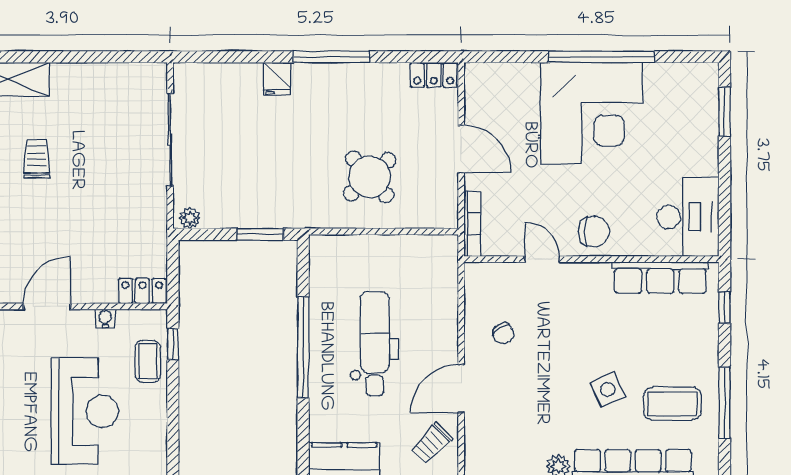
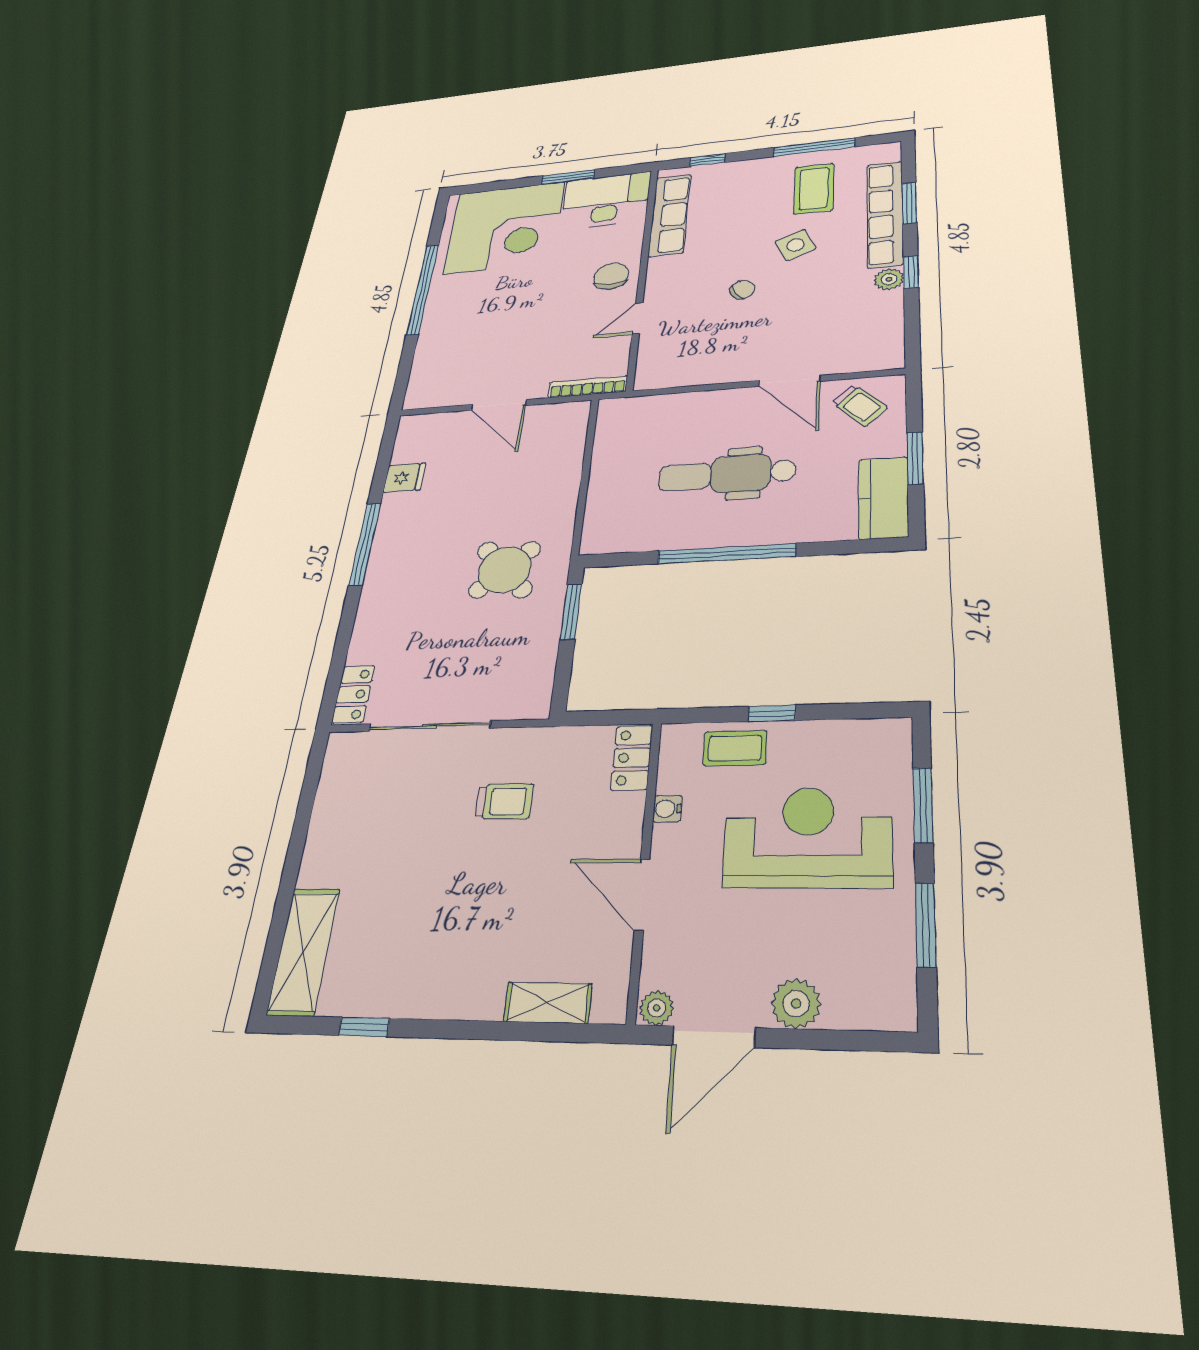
locker: (434, 75) -> (353, 694), moved
fridge: (277, 79) -> (404, 478), moved
window: (724, 111) -> (568, 177), moved
corner desk: (592, 113) -> (505, 228), moved, turned 90
door: (461, 149) -> (499, 405), swing flipped
trolley: (37, 159) -> (504, 801), moved, turned 180
round table: (370, 177) -> (505, 570), moved
plant: (190, 218) -> (538, 698), removed
chair: (503, 334) -> (742, 290), moved
window: (173, 344) -> (772, 713), moved

